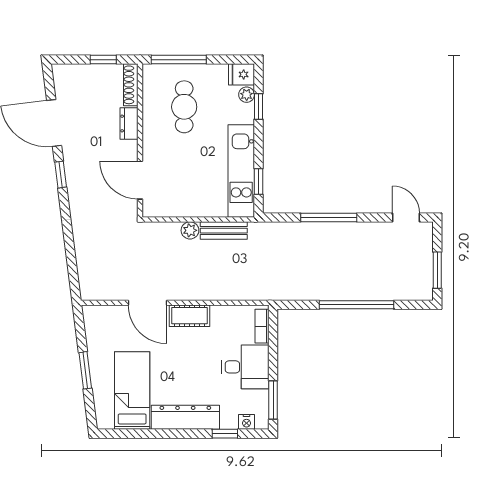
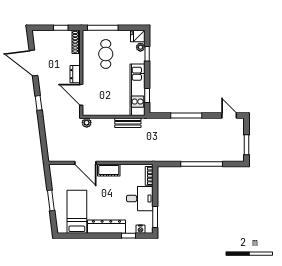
dresser: (129, 123) -> (75, 74), moved
window: (61, 175) -> (39, 103), moved
plant: (190, 230) -> (87, 123), moved

